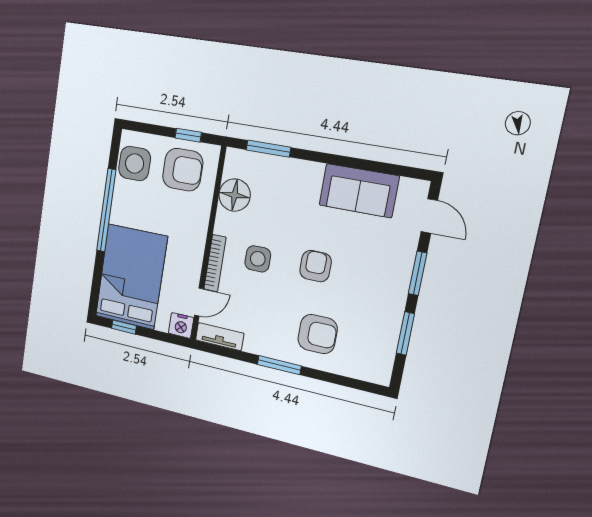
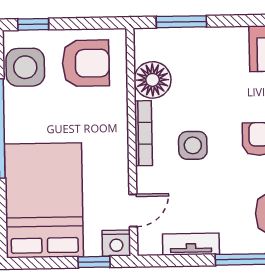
window: (188, 135) -> (33, 24), moved
bookcase: (215, 263) -> (143, 133), moved
window: (124, 327) -> (94, 262), moved
tv unit: (220, 337) -> (191, 244), moved

